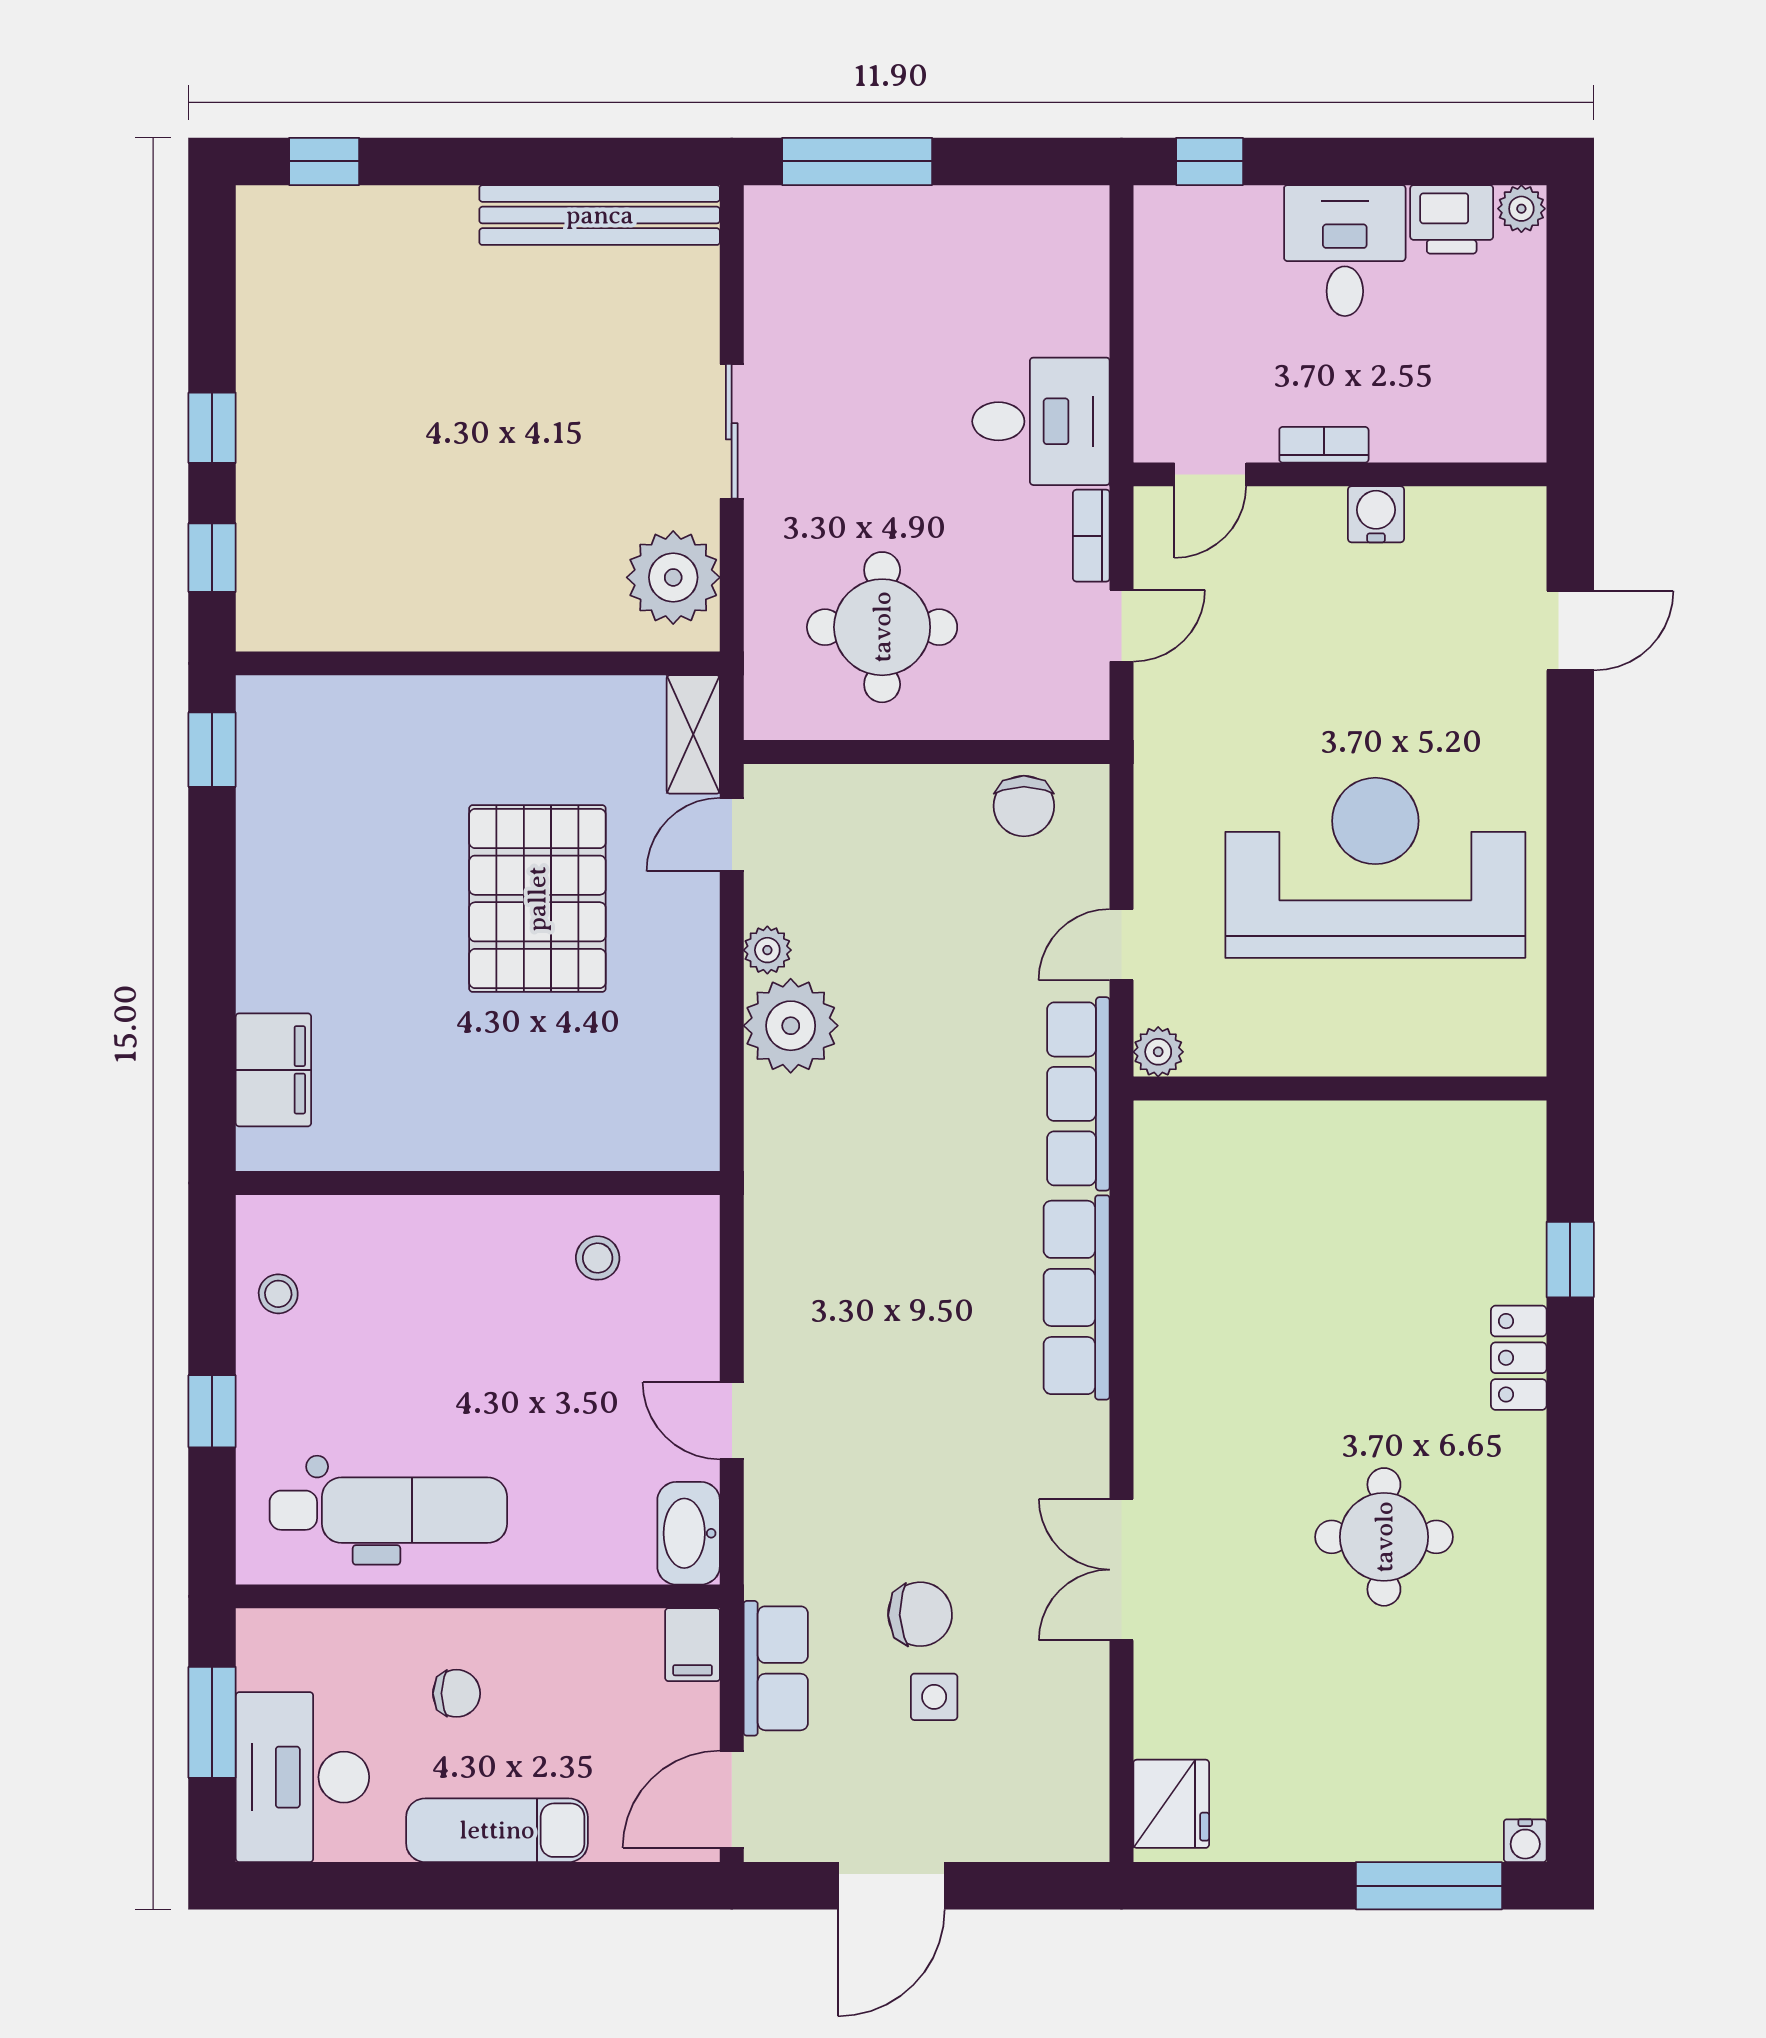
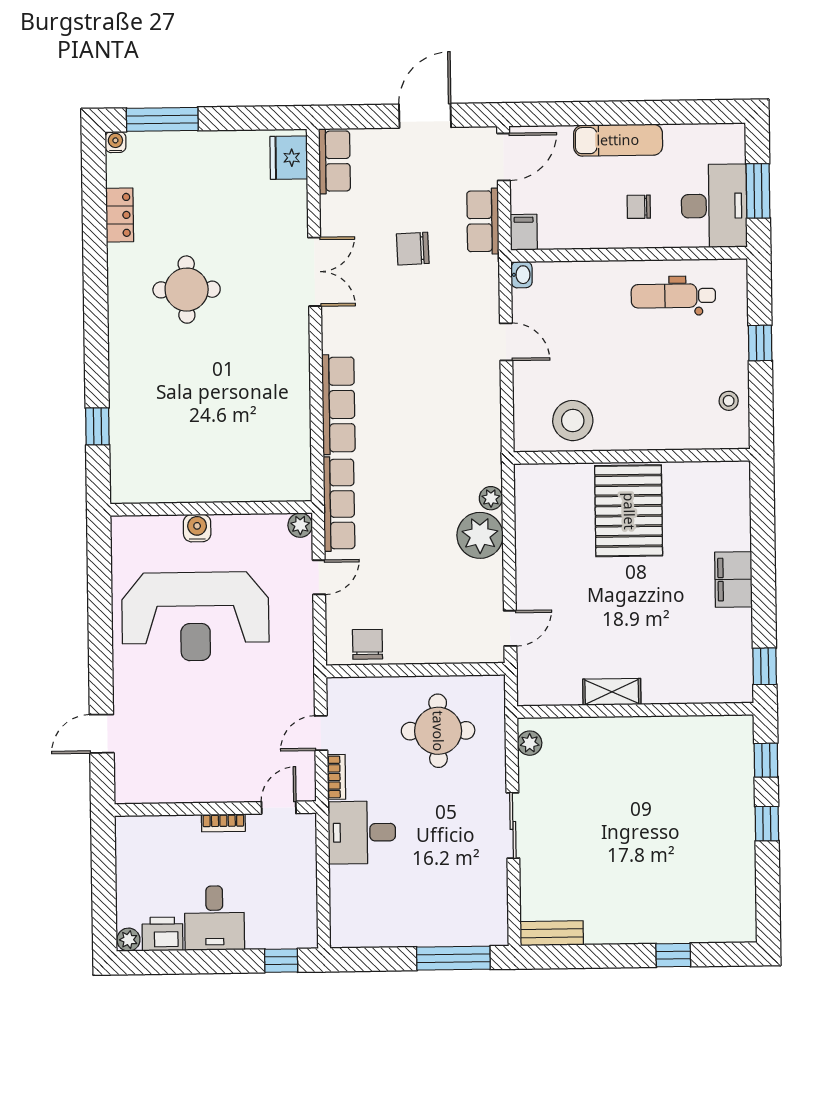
window: (324, 161) -> (673, 955), moved
bench: (600, 215) -> (552, 933), width x0.54, depth x0.82
water cooler: (1376, 514) -> (197, 528), moved, turned 180
plant: (673, 577) -> (530, 743), width x0.53, depth x0.53
shelving: (693, 734) -> (612, 692), moved, turned 90
pallet: (537, 899) -> (629, 511), moved
plant: (767, 950) -> (491, 498), moved
filing cabinet: (273, 1070) -> (733, 579), moved
stool: (598, 1258) -> (573, 421), width x1.89, depth x1.89
locker: (1519, 1358) -> (120, 215), moved
dental chair: (388, 1510) -> (673, 296), width x0.73, depth x0.72
washbasin: (689, 1533) -> (522, 275), width x0.52, depth x0.69
side table: (934, 1697) -> (405, 208), removed
desk: (302, 1777) -> (714, 206), moved
row of seats: (1078, 1795) -> (334, 161), added

